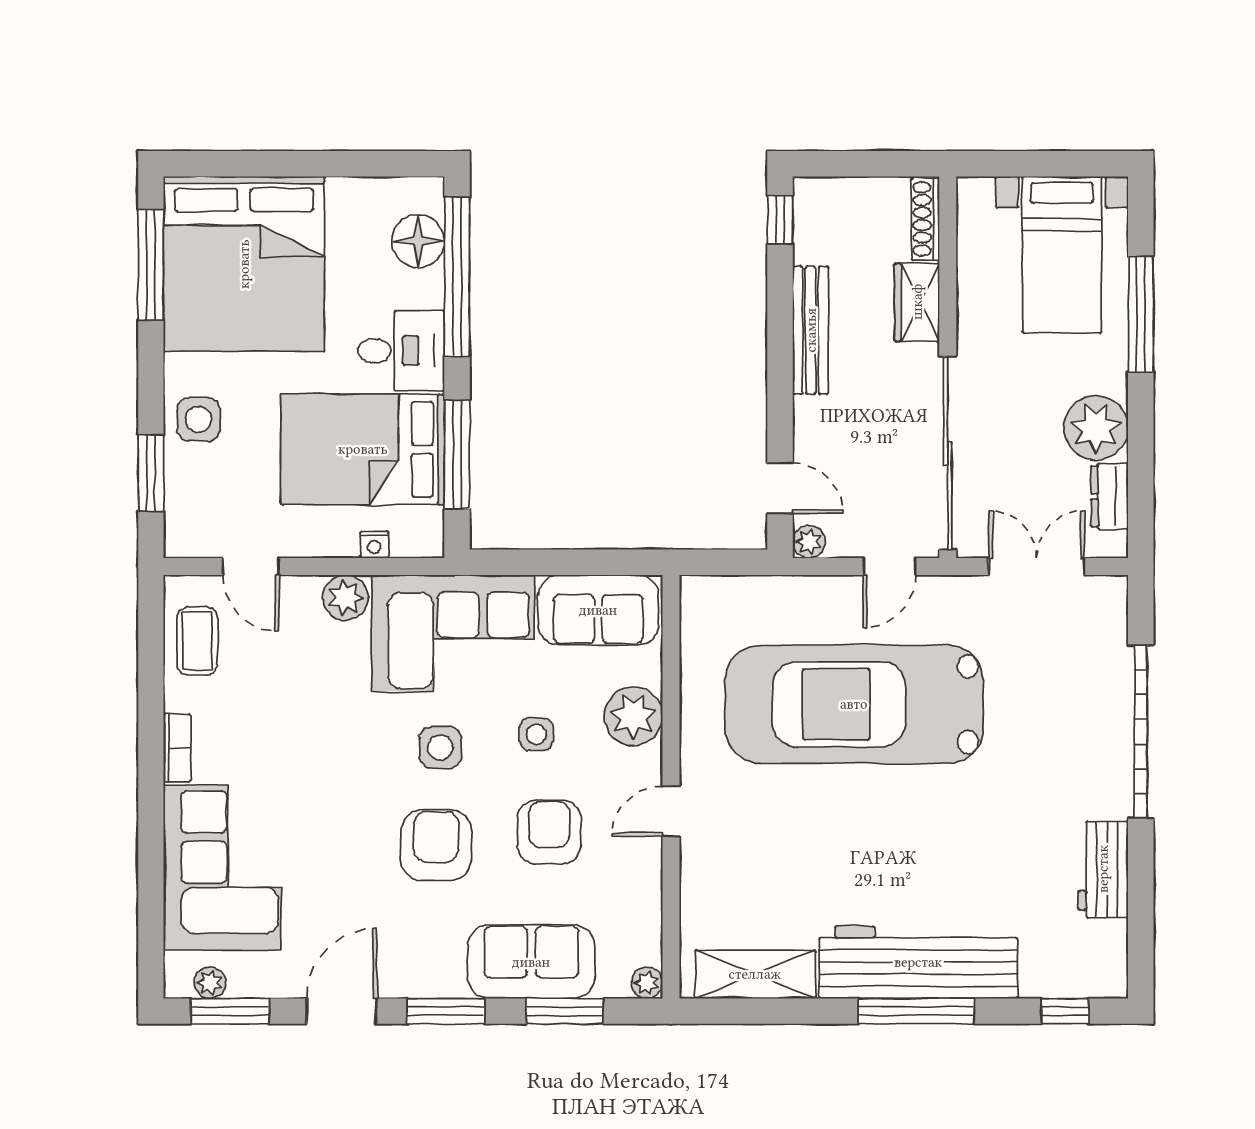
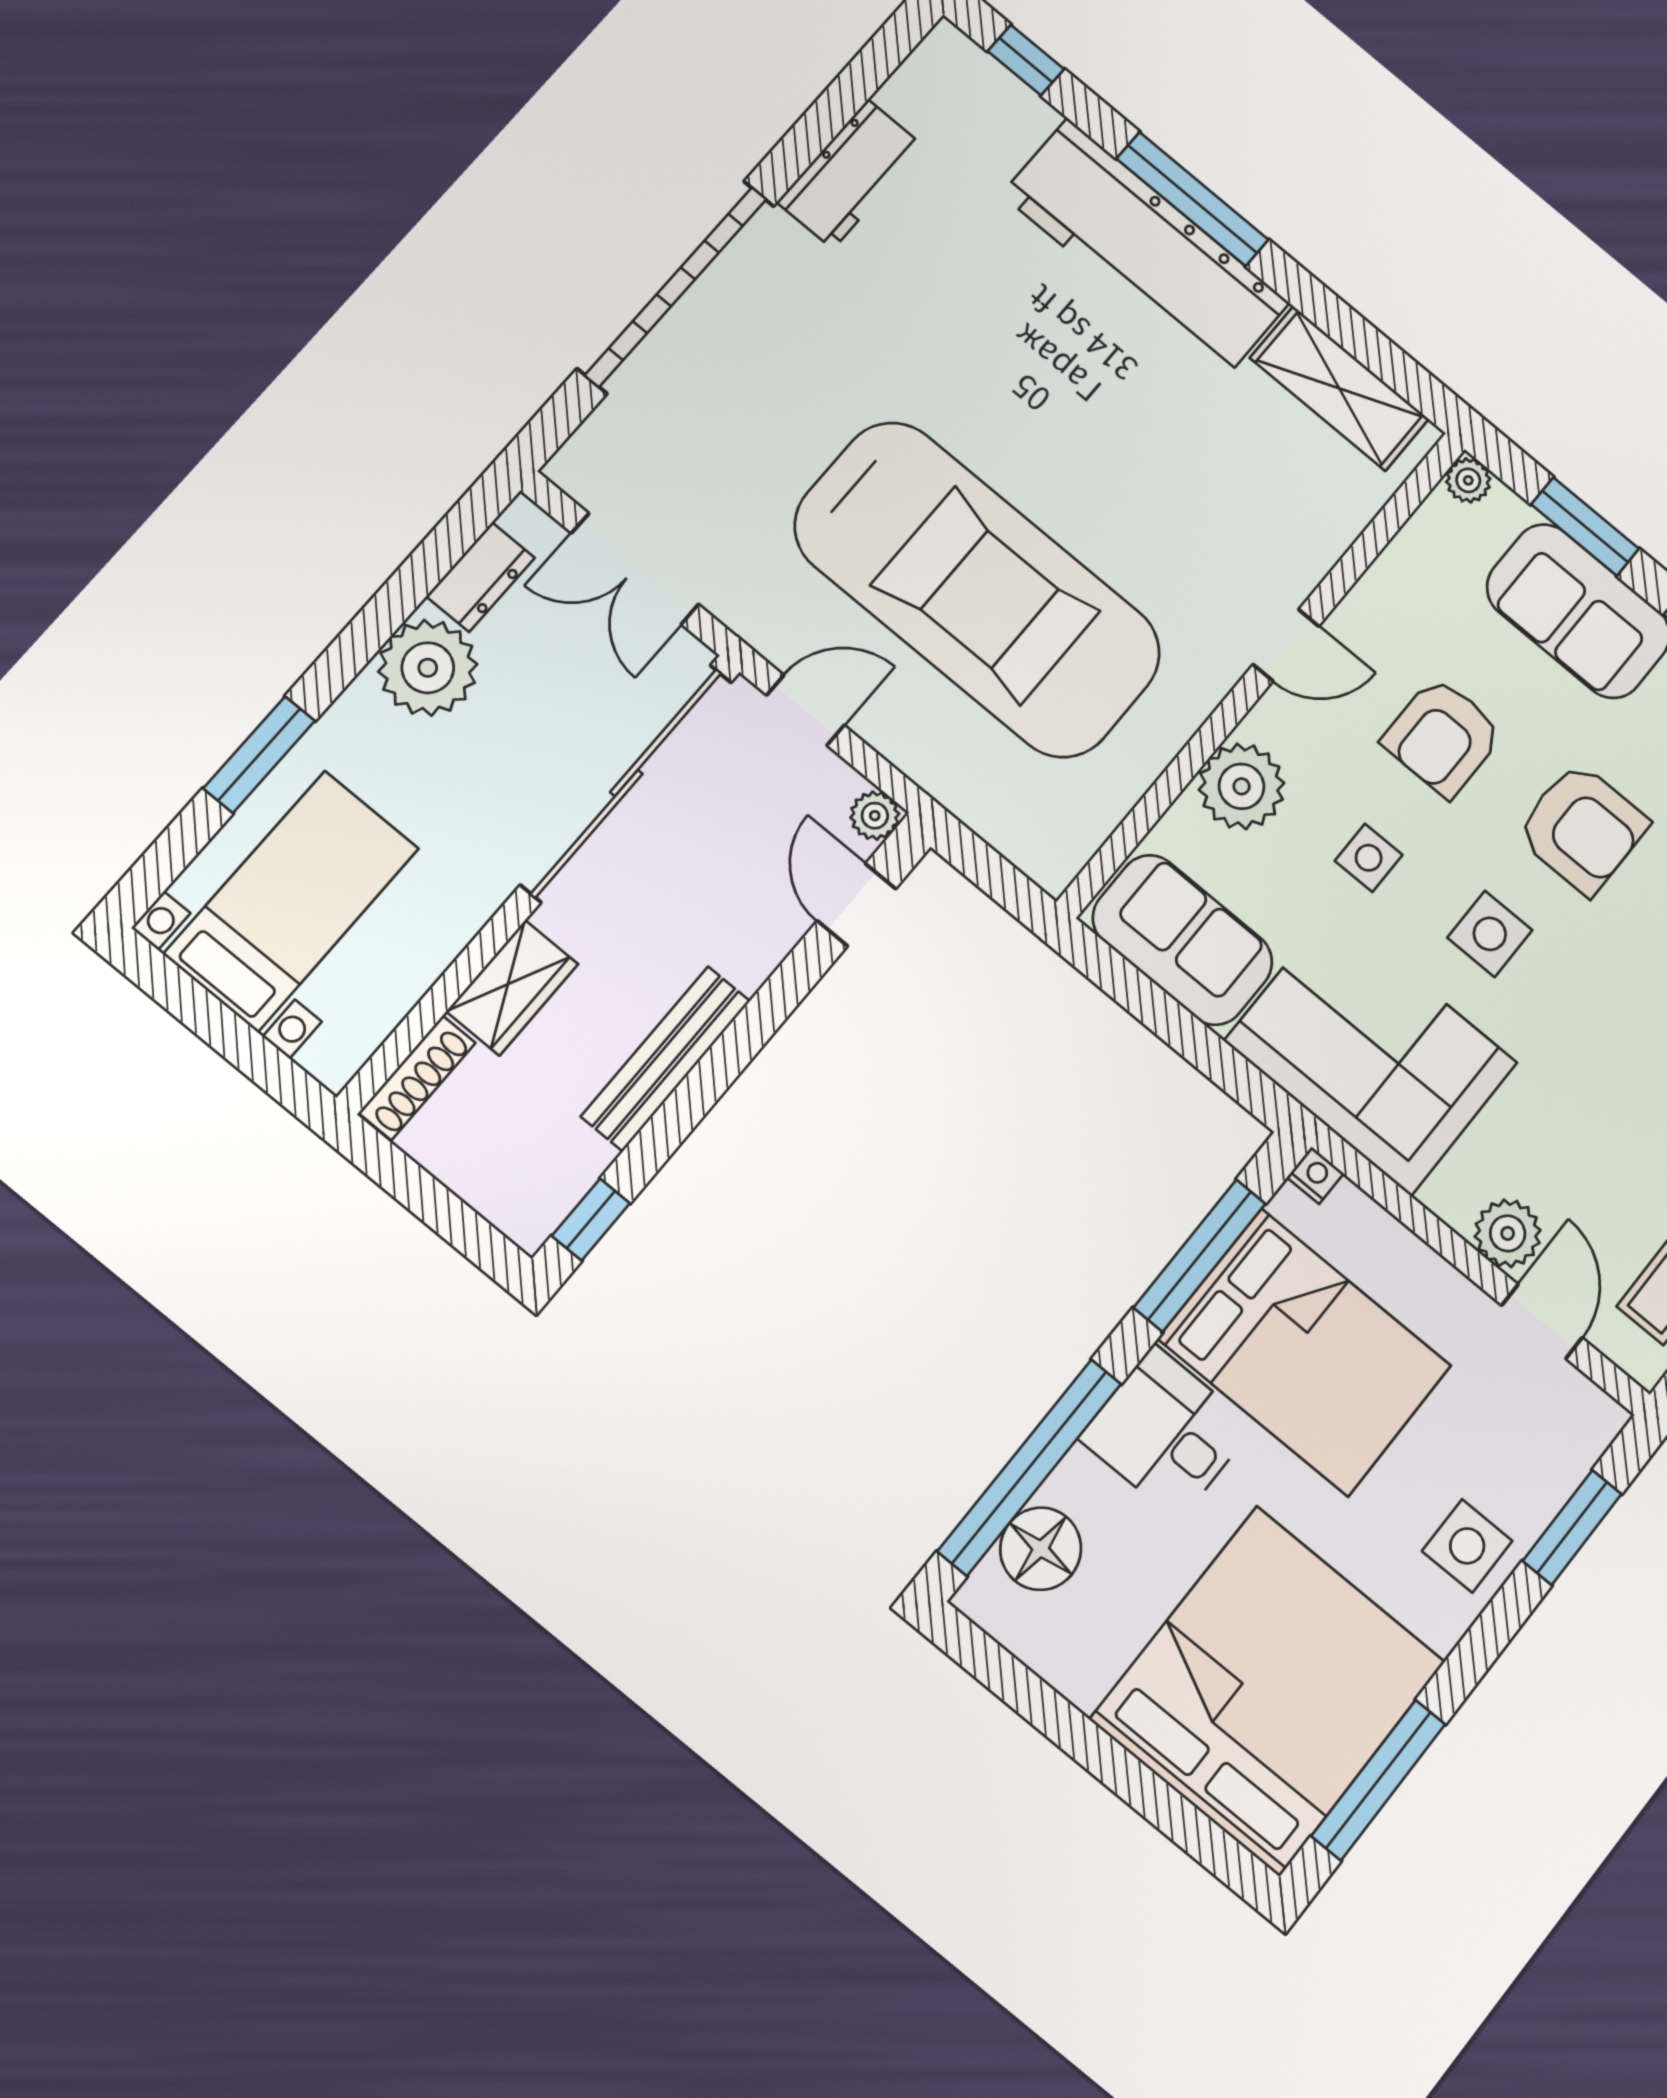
window: (1141, 314) -> (259, 755), width x0.69
nightstand: (374, 545) -> (1315, 1175), moved
plant: (345, 598) -> (1508, 1233), moved
armchair: (436, 845) -> (1582, 828), turned -90

